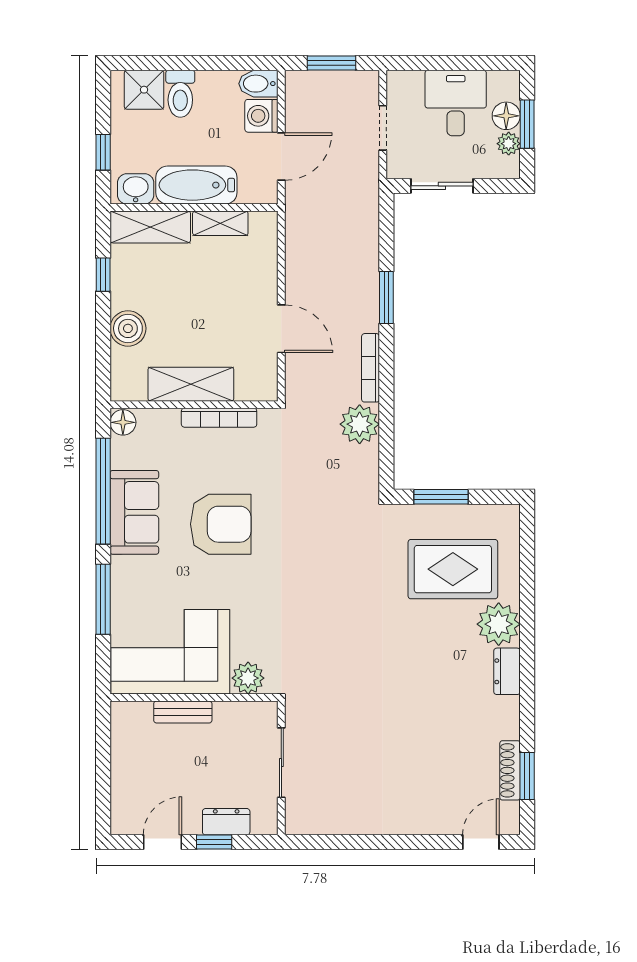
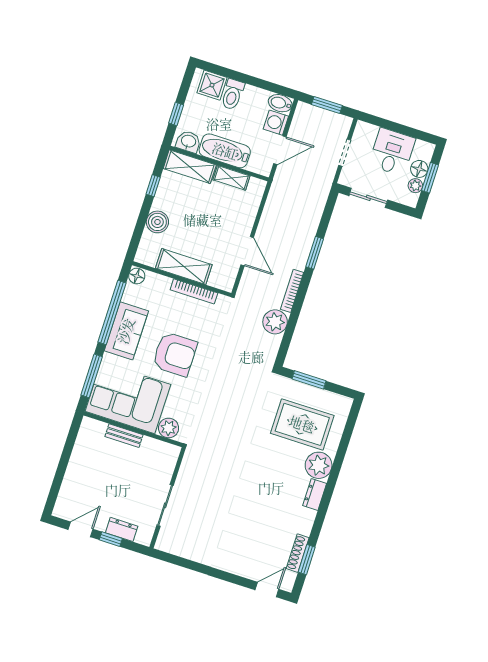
corner sofa: (170, 652) -> (128, 398), moved
plant: (248, 678) -> (169, 428), moved
wall: (194, 698) -> (133, 429), moved
bench: (183, 712) -> (124, 436), moved

